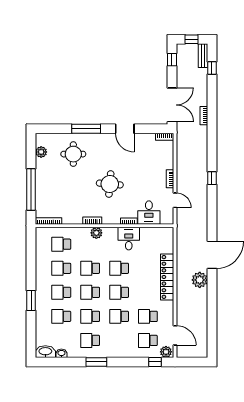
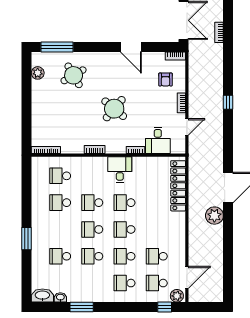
window: (86, 129) -> (57, 47), moved
round table: (73, 154) -> (74, 75), turned -30
armchair: (156, 158) -> (166, 80), added
round table: (110, 184) -> (114, 109), turned 35
window: (31, 189) -> (26, 115), removed
door: (175, 200) -> (187, 127), hinge flipped
plant: (96, 233) -> (99, 163), removed
desk: (129, 239) -> (120, 169), moved
locker: (167, 277) -> (178, 186), moved
school desk: (61, 292) -> (60, 229), removed
door: (175, 335) -> (187, 277), hinge flipped
school desk: (90, 340) -> (125, 283), moved
window: (96, 362) -> (82, 307), moved

